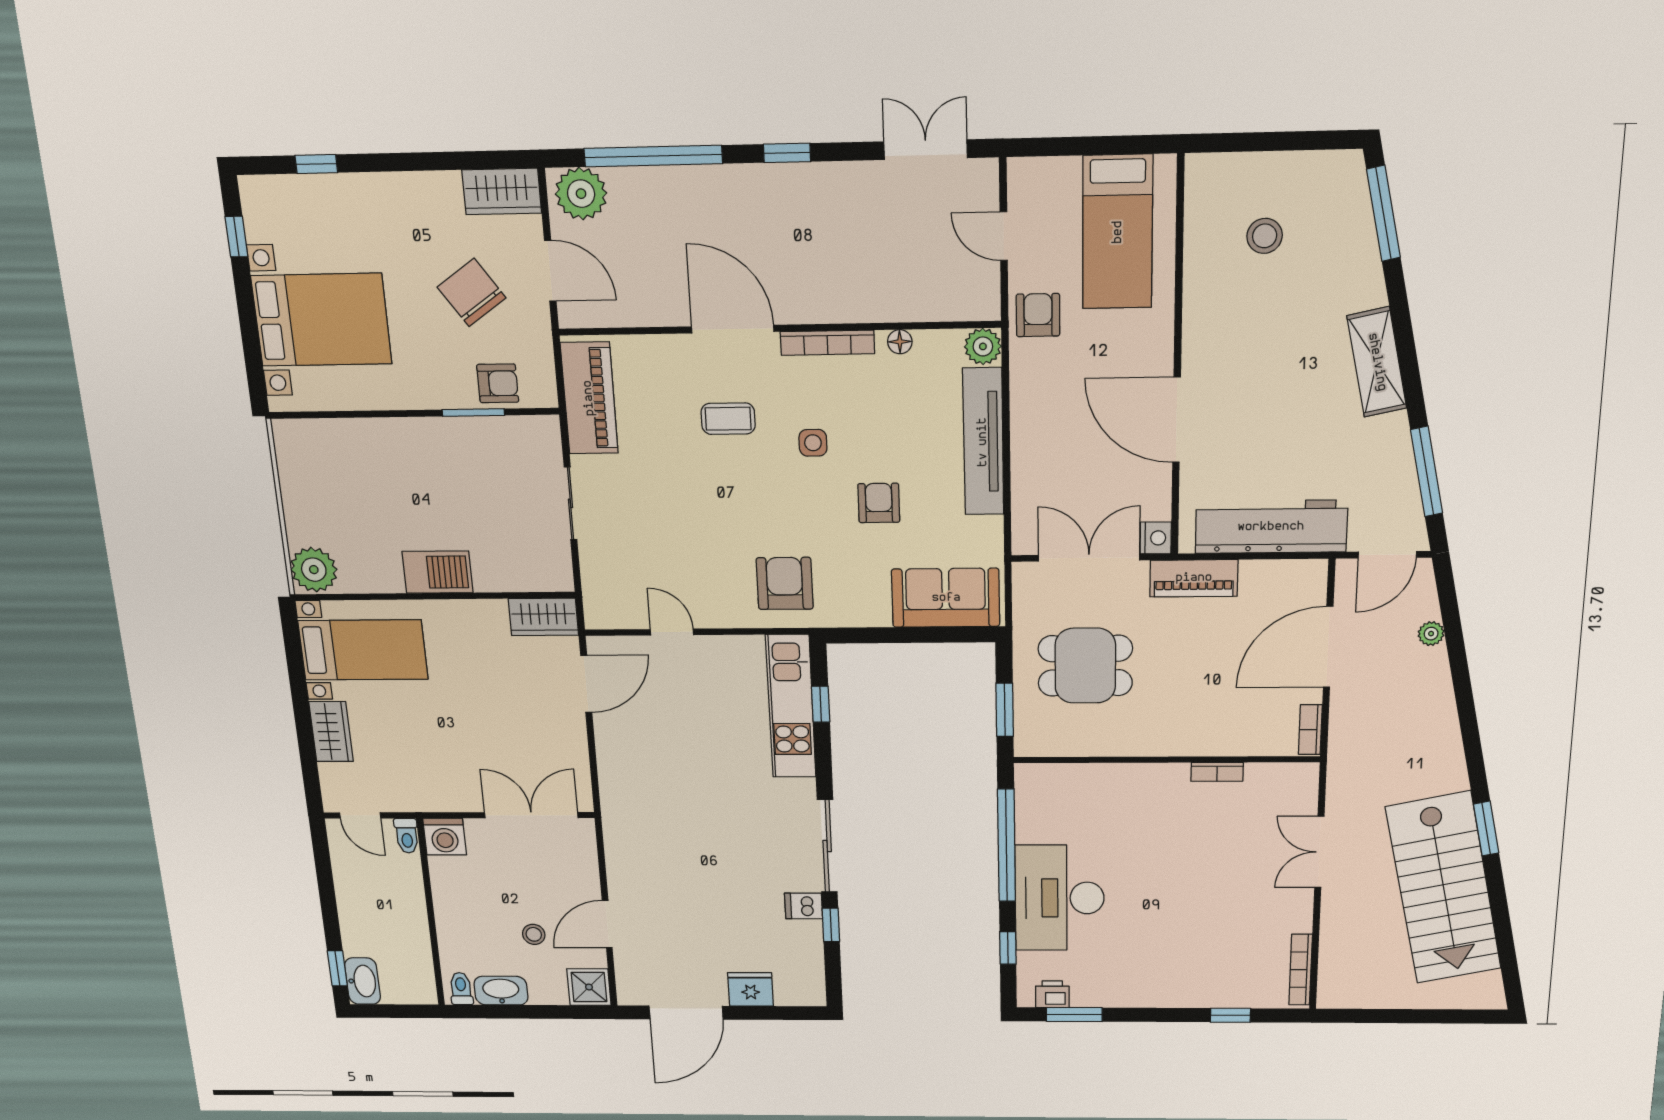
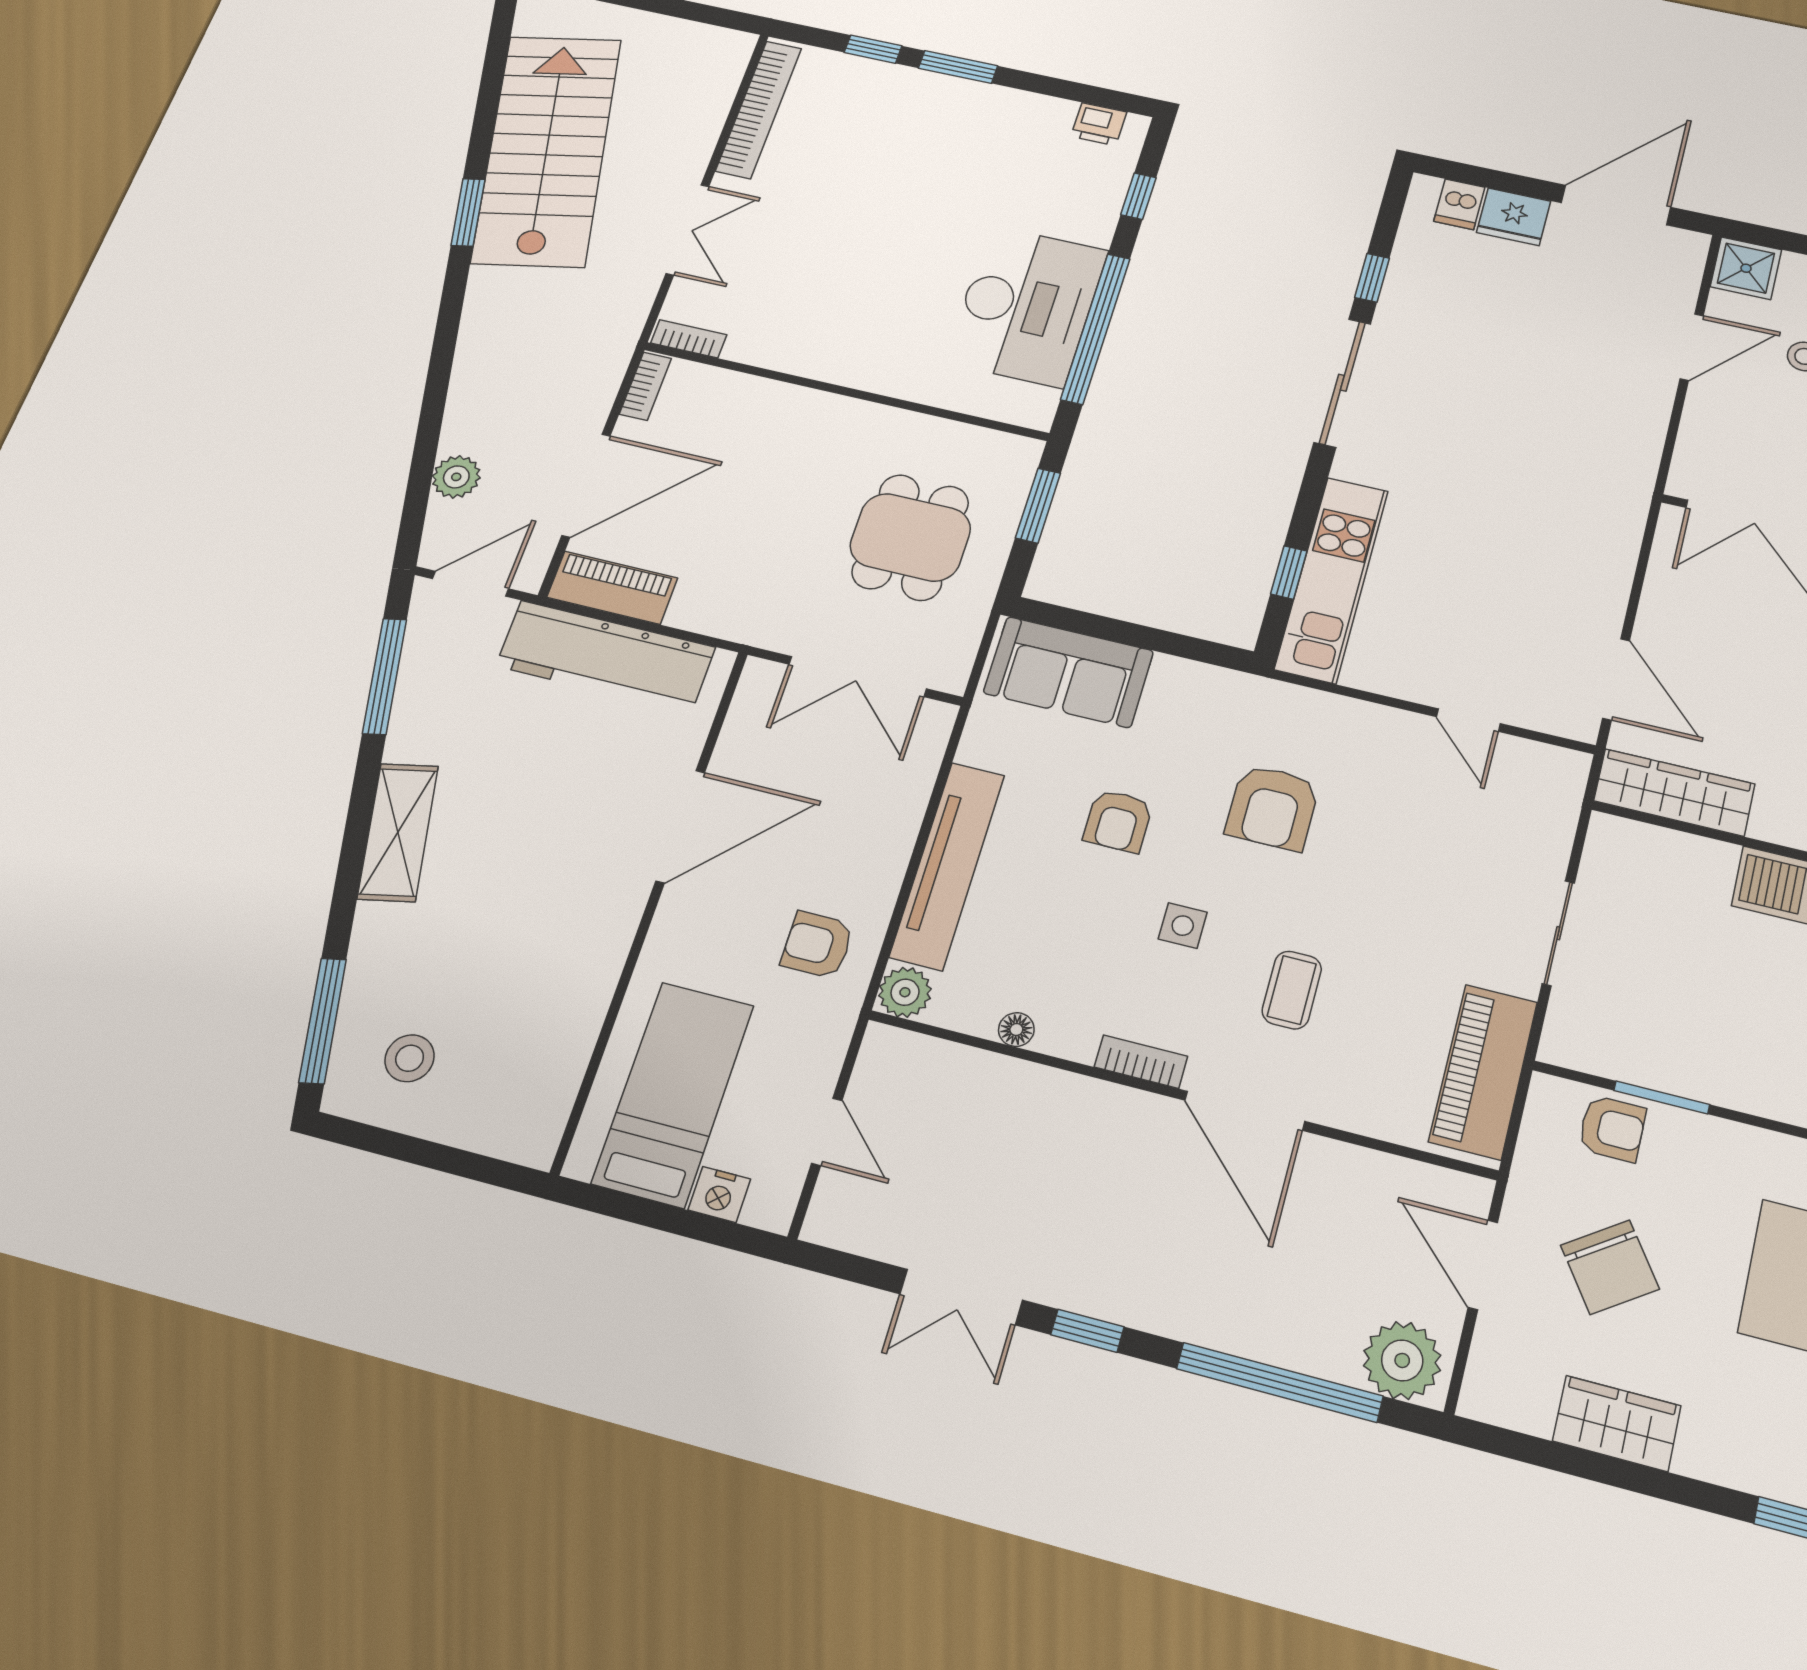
double door: (926, 150) -> (961, 1297), moved
wardrobe: (502, 191) -> (1617, 1423), moved
stool: (1265, 236) -> (410, 1058), moved
armchair: (1038, 315) -> (817, 945), moved, turned 90
bookcase: (827, 343) -> (1141, 1062), width x0.64
armchair: (498, 383) -> (1612, 1128), turned 180
coffee table: (728, 419) -> (1292, 990), turned 90
door: (1177, 420) -> (680, 826), hinge flipped
nightstand: (1156, 538) -> (719, 1195), moved, turned -90
piano: (1194, 578) -> (612, 588), moved
armchair: (785, 583) -> (1272, 807), moved
wardrobe: (543, 617) -> (1674, 792), width x1.50
plant: (1431, 634) -> (456, 477), width x1.38, depth x1.38
dining table: (1085, 666) -> (910, 537), turned 90
door: (586, 684) -> (1616, 679), swing flipped
bookcase: (1217, 772) -> (689, 339), moved
desk: (1060, 898) -> (1027, 306), moved
dishwasher: (803, 906) -> (1459, 204), moved, turned 90
bookcase: (1301, 970) -> (759, 109), width x1.48, depth x1.31
window: (1074, 1015) -> (958, 67), moved

